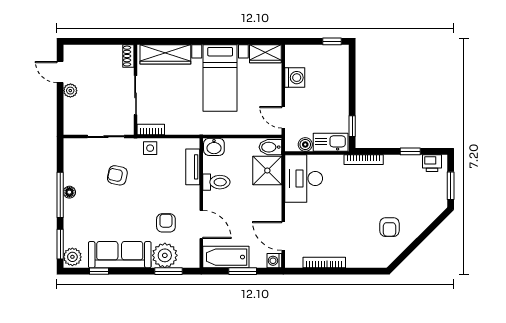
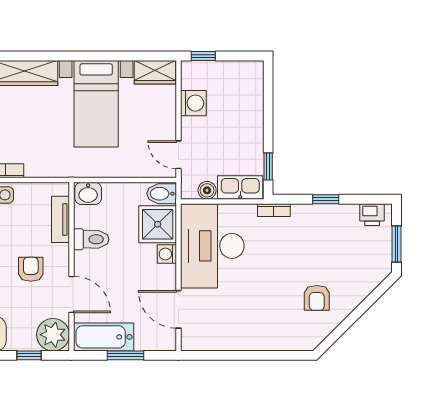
window: (332, 41) -> (203, 56), moved
window: (410, 151) -> (326, 199), moved
bookcase: (364, 160) -> (274, 210), width x0.64
desk: (304, 178) -> (212, 246), width x1.36, depth x1.30
armchair: (166, 223) -> (31, 269), moved
plant: (165, 255) -> (53, 335), moved
washing machine: (274, 261) -> (167, 254), moved
bookcase: (324, 262) -> (232, 344), removed
window: (169, 271) -> (29, 355), width x0.67

